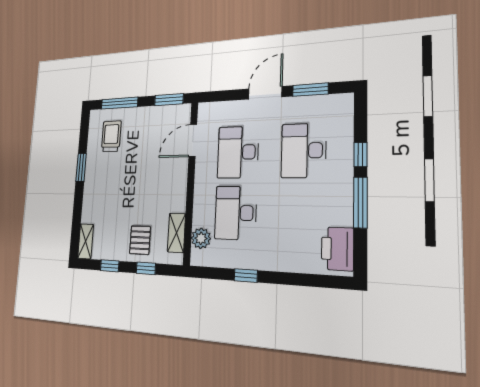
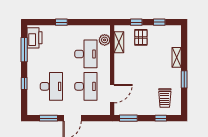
window: (119, 103) -> (161, 118), width x0.46
window: (360, 202) -> (24, 50), moved
shelving: (86, 241) -> (177, 57), moved
window: (246, 276) -> (61, 22), moved

